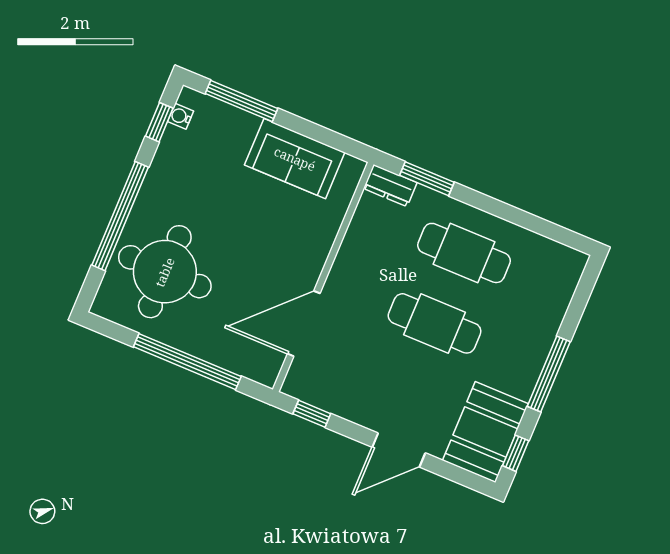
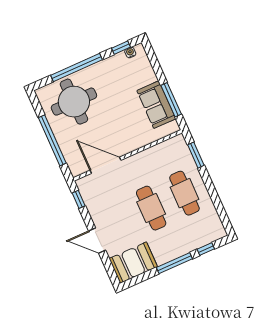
window: (241, 101) -> (171, 100), moved
dresser: (390, 186) -> (181, 145), removed
window: (516, 453) -> (206, 249), moved

